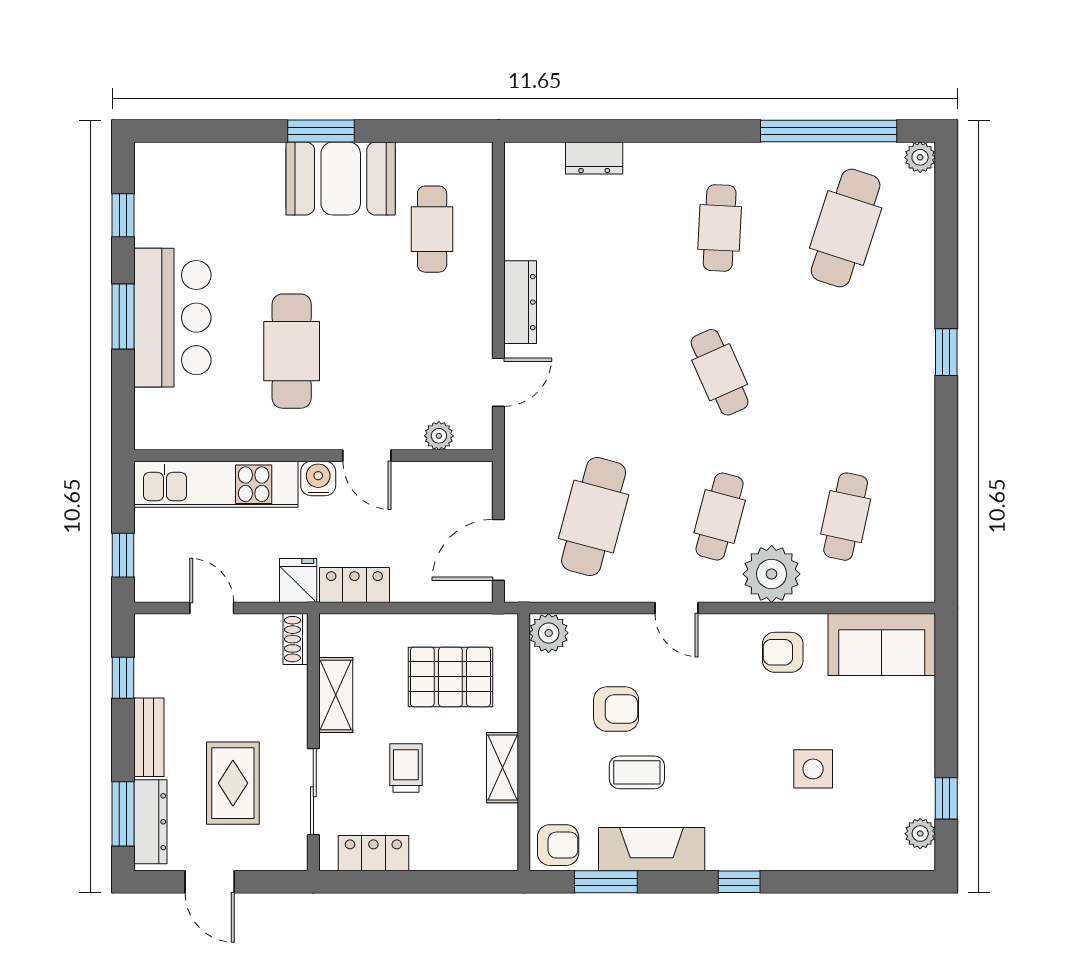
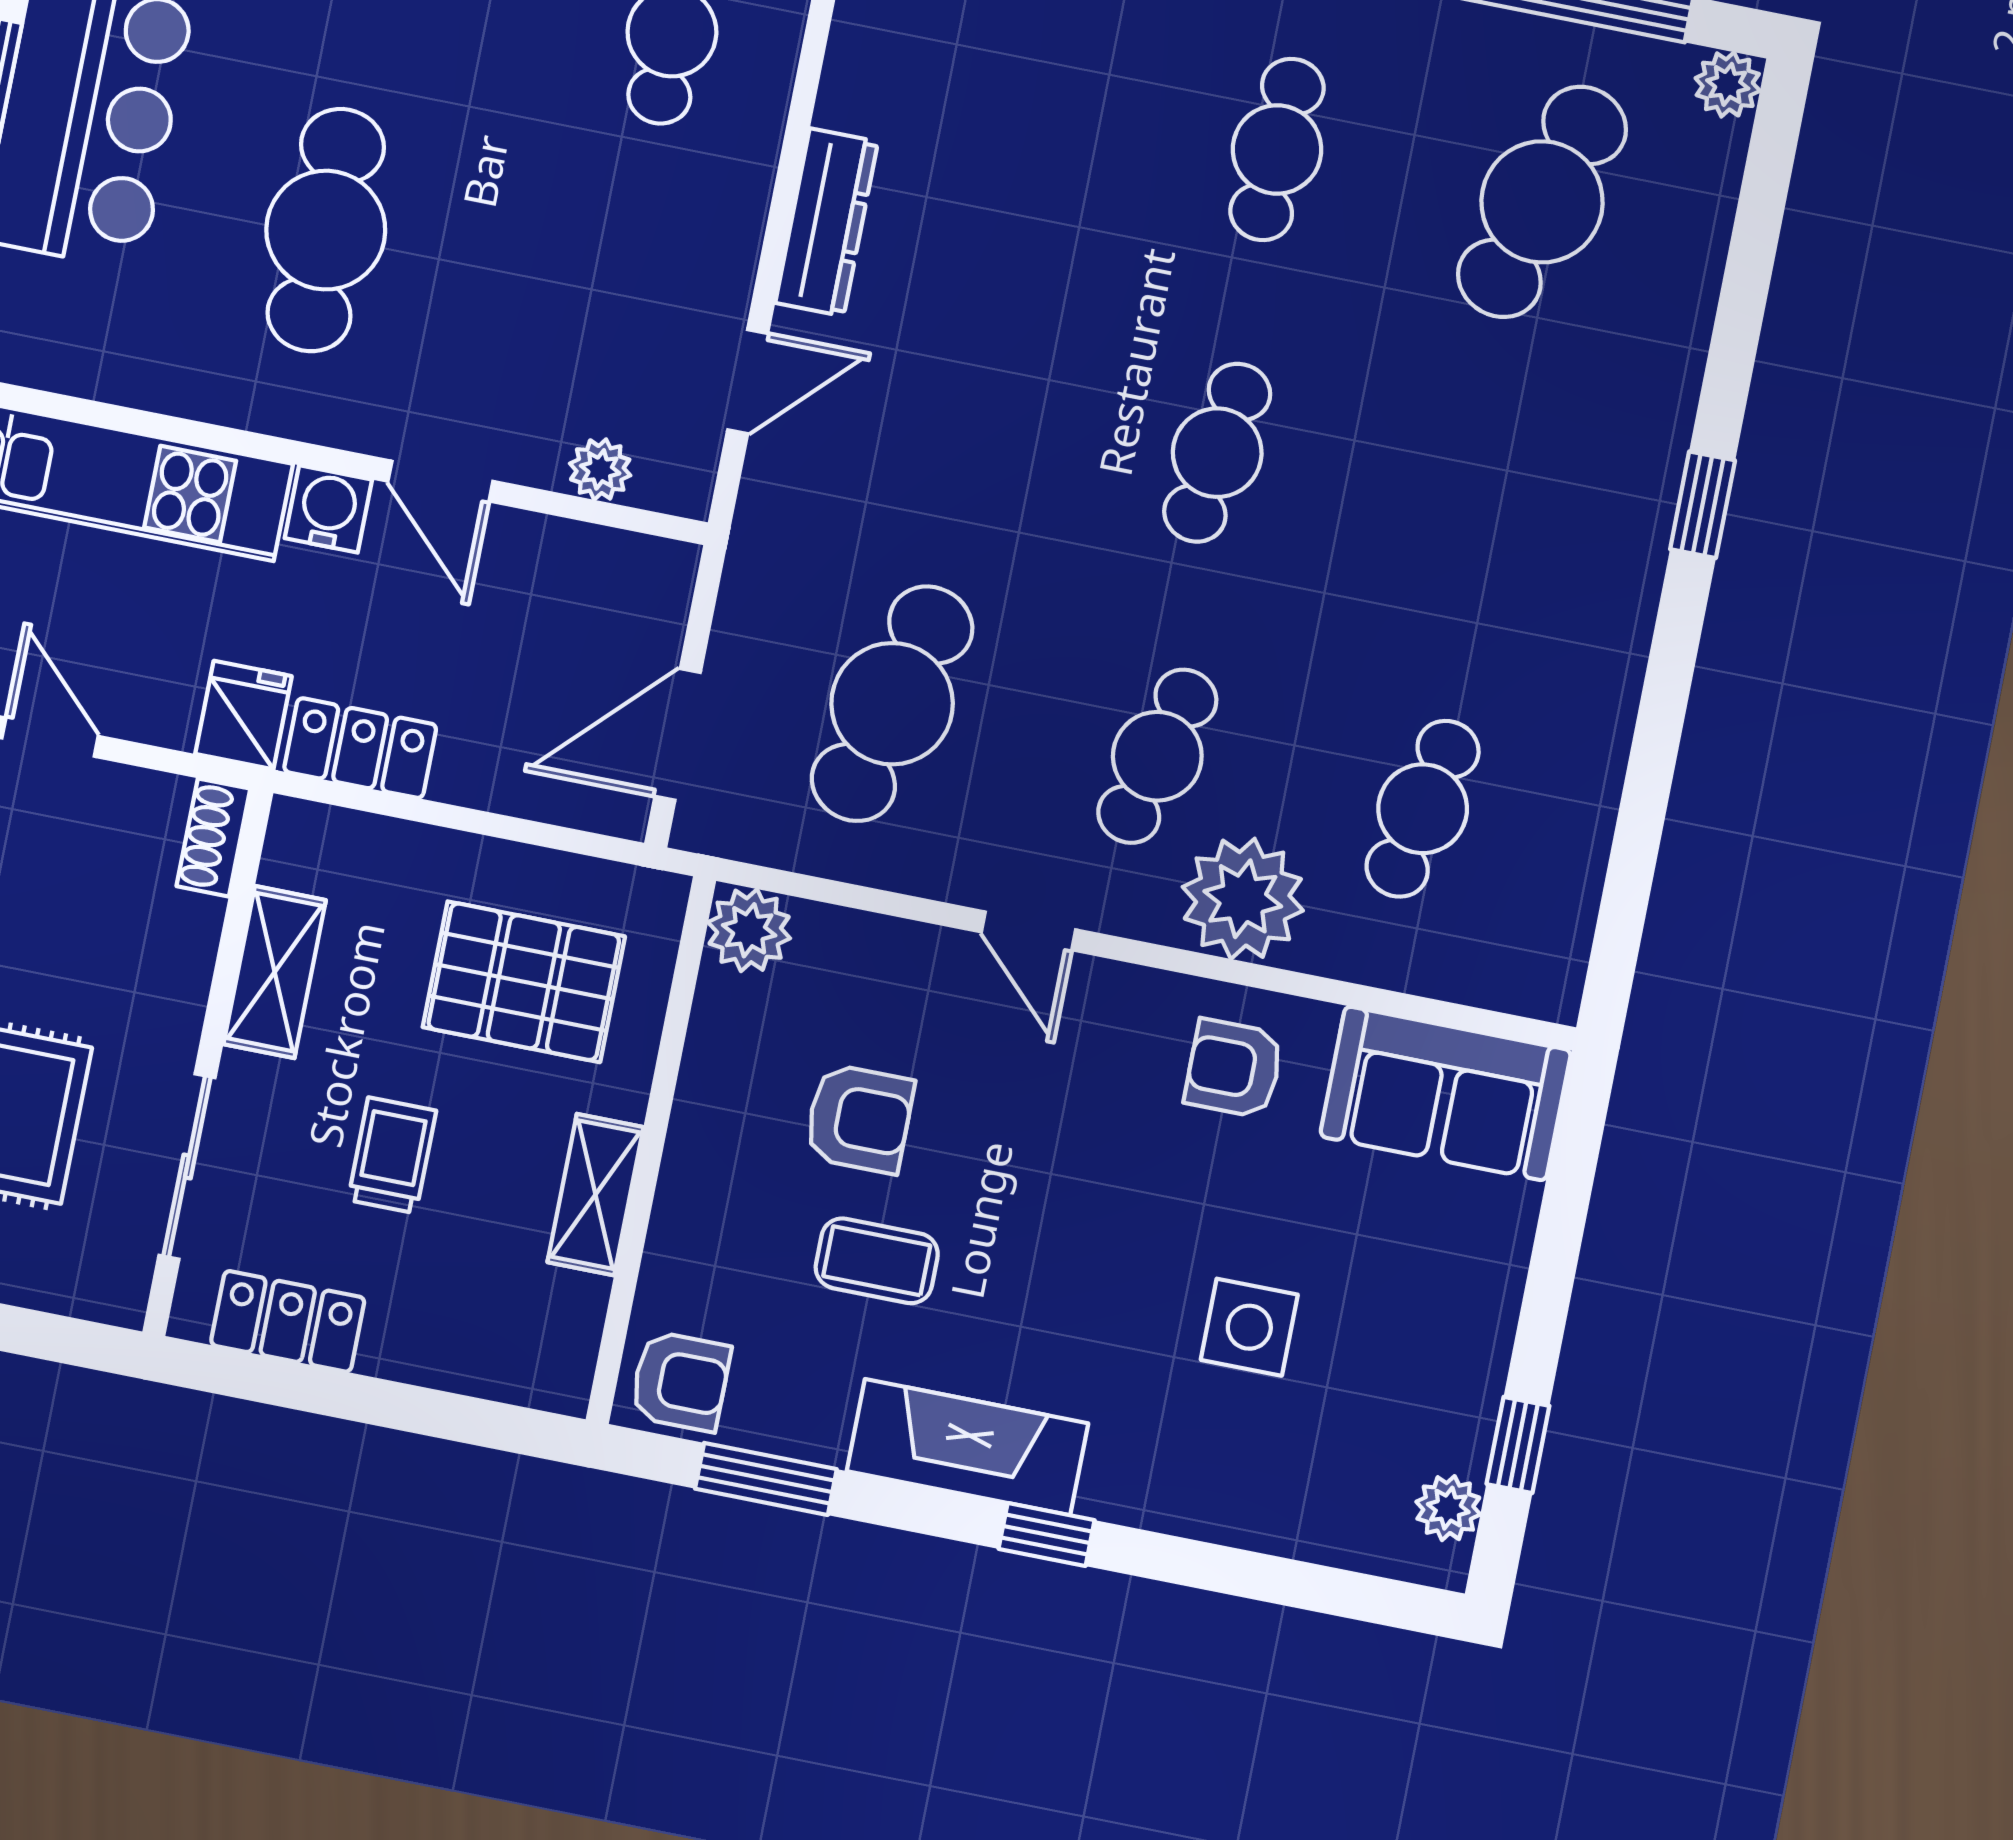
cafe table: (720, 372) -> (1217, 453), turned 33
fireplace: (652, 849) -> (968, 1447), moved

